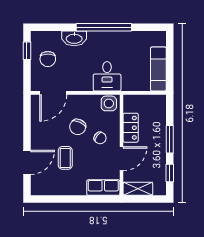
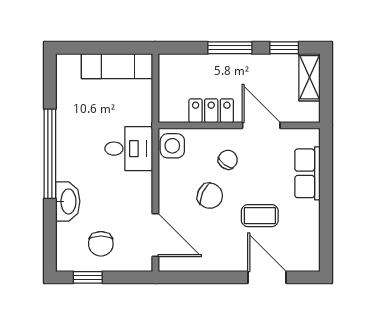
chair: (48, 59) -> (101, 244), turned 90
row of seats: (103, 188) -> (307, 173), moved
shelving: (138, 189) -> (310, 77), moved

